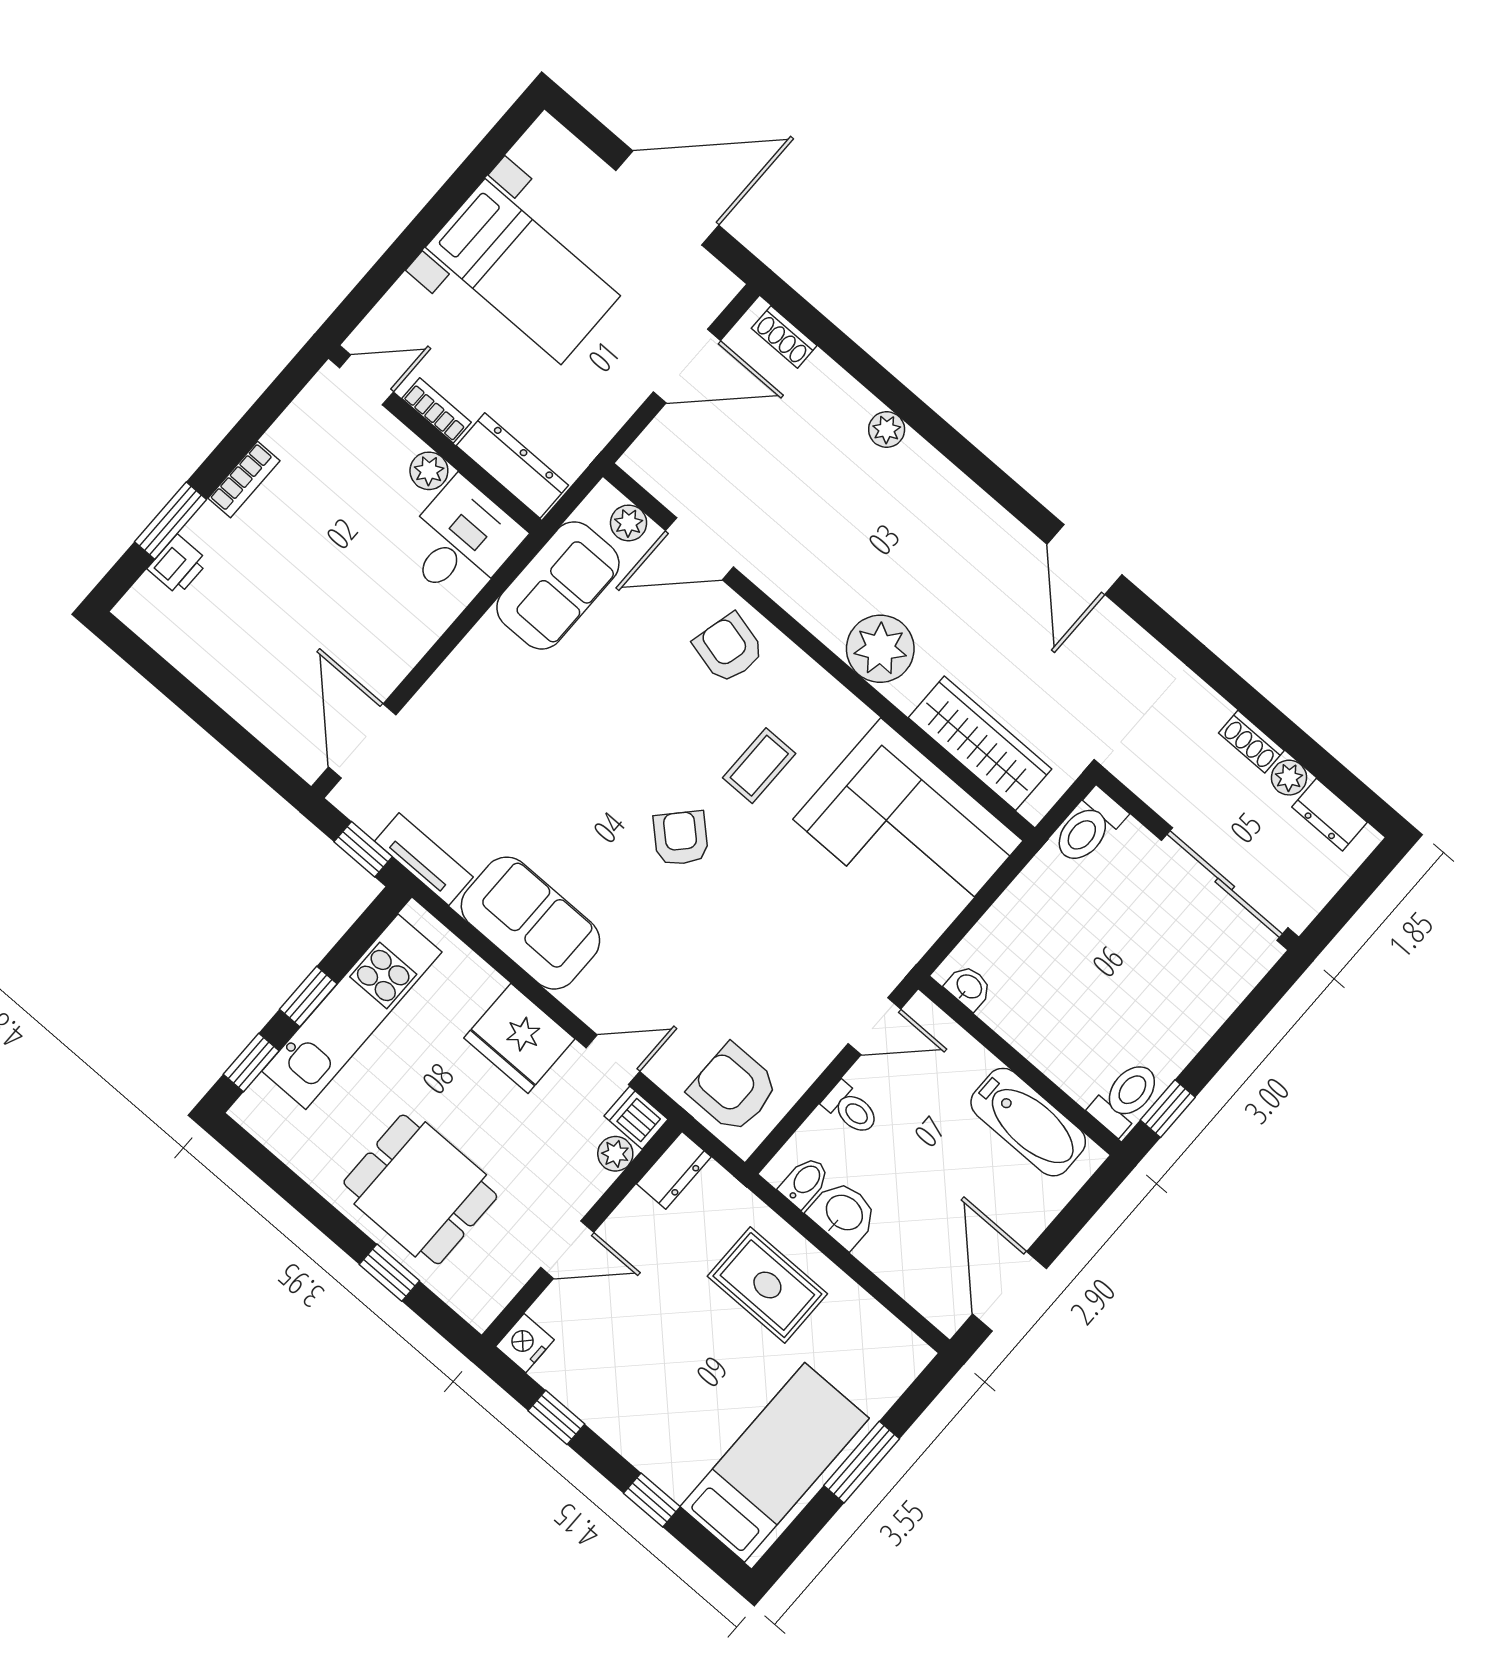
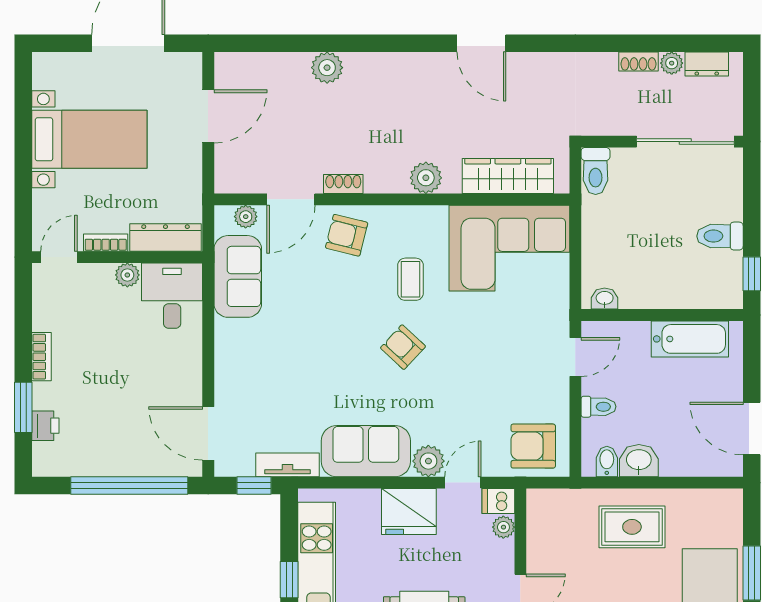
shoe rack: (784, 337) -> (343, 184), moved, turned 180
plant: (887, 430) -> (327, 68), width x1.38, depth x1.38
plant: (880, 649) -> (426, 178), width x0.73, depth x0.73
window: (216, 721) -> (129, 486), added
plant: (594, 999) -> (428, 461), added
toilet: (1126, 1097) -> (720, 236), moved, turned -90
dresser: (674, 1170) -> (539, 511), removed

